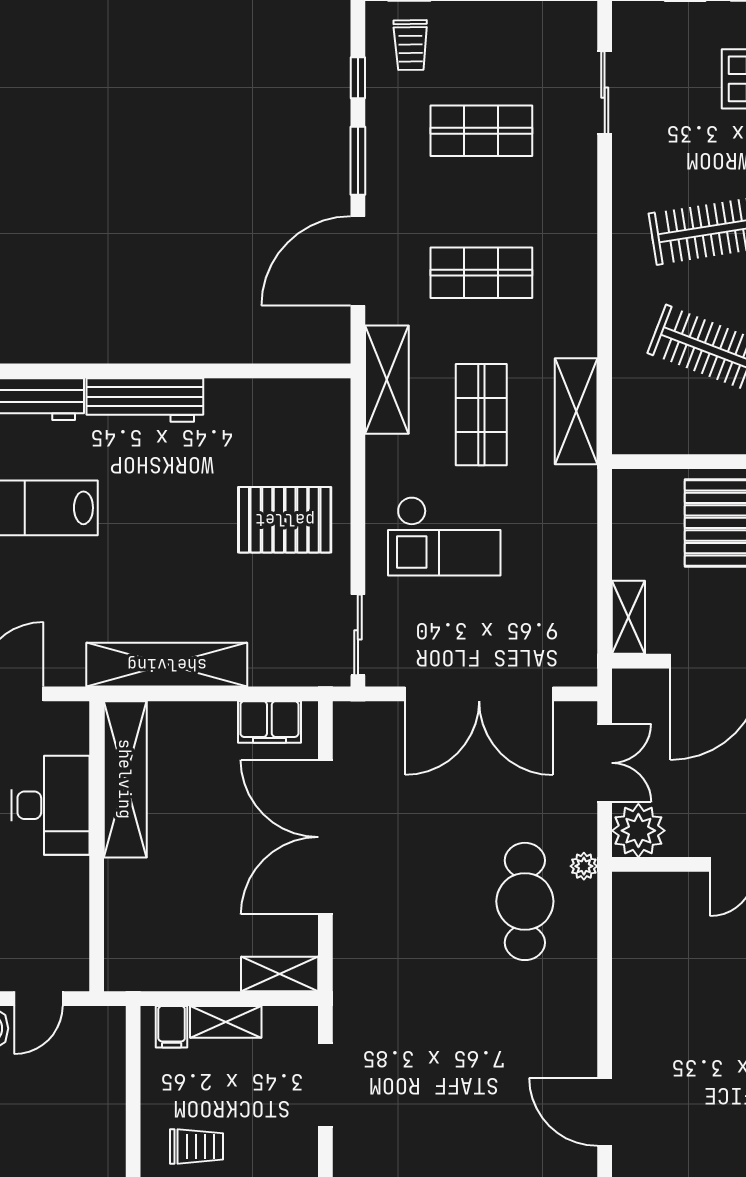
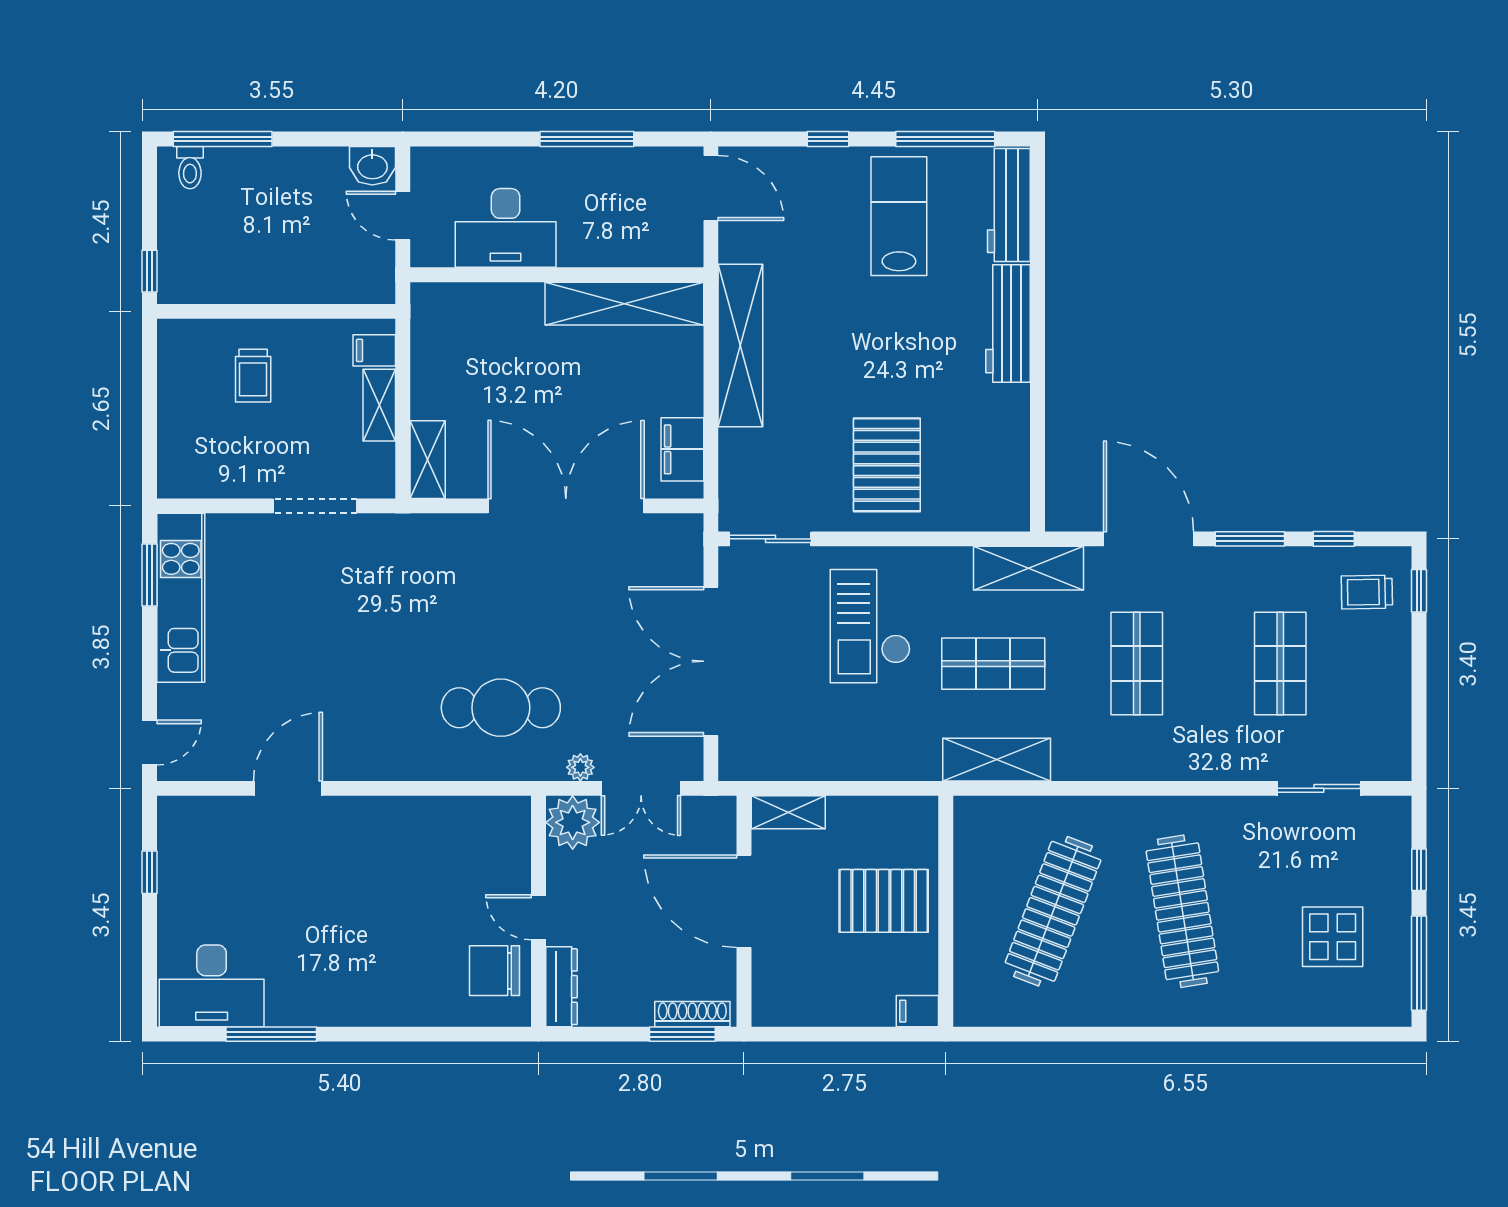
desk: (50, 805) -> (506, 228), moved
plant: (584, 866) -> (580, 767), moved

